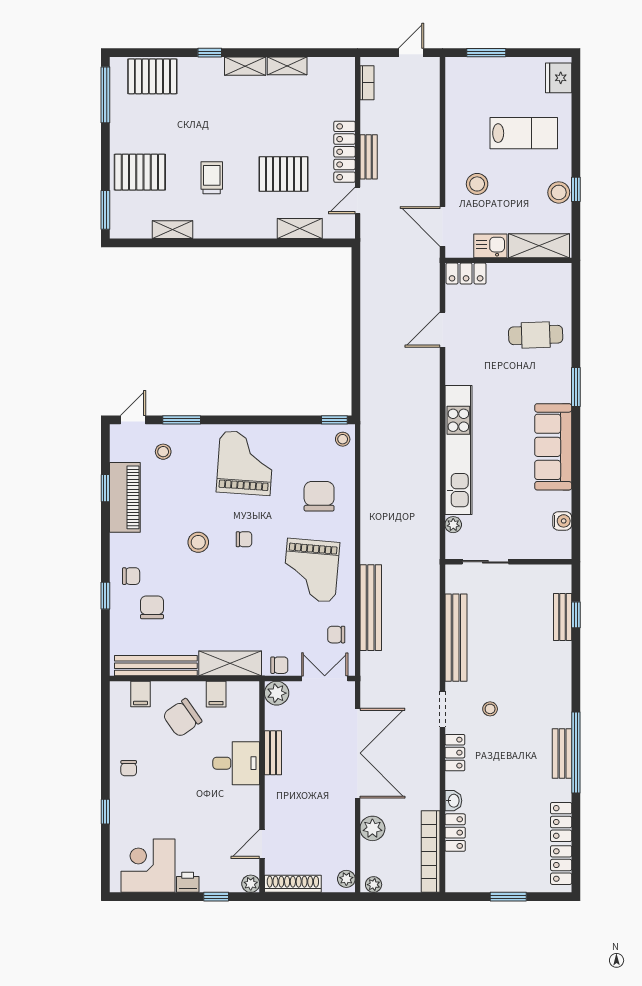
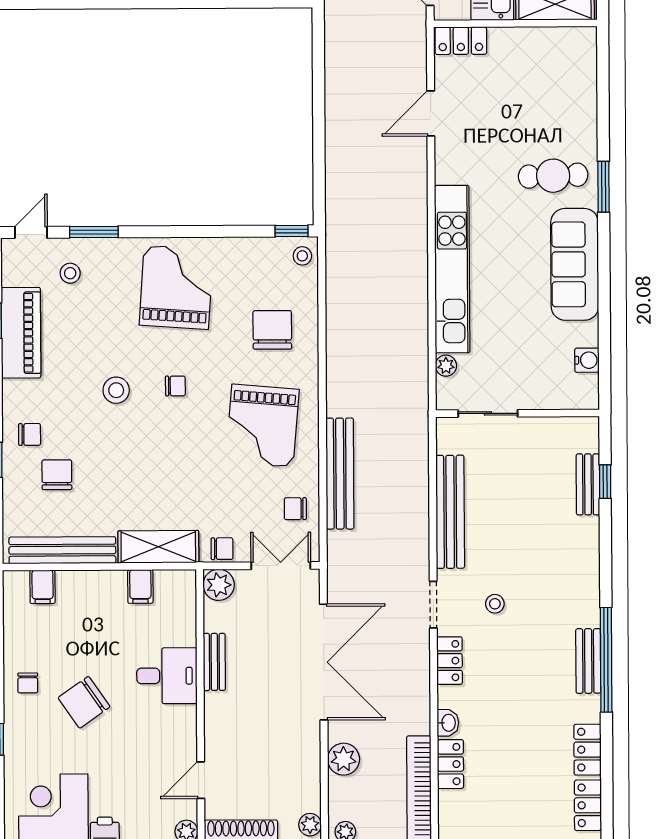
cafe table: (536, 335) -> (553, 176), moved
chair: (182, 718) -> (84, 702), moved

